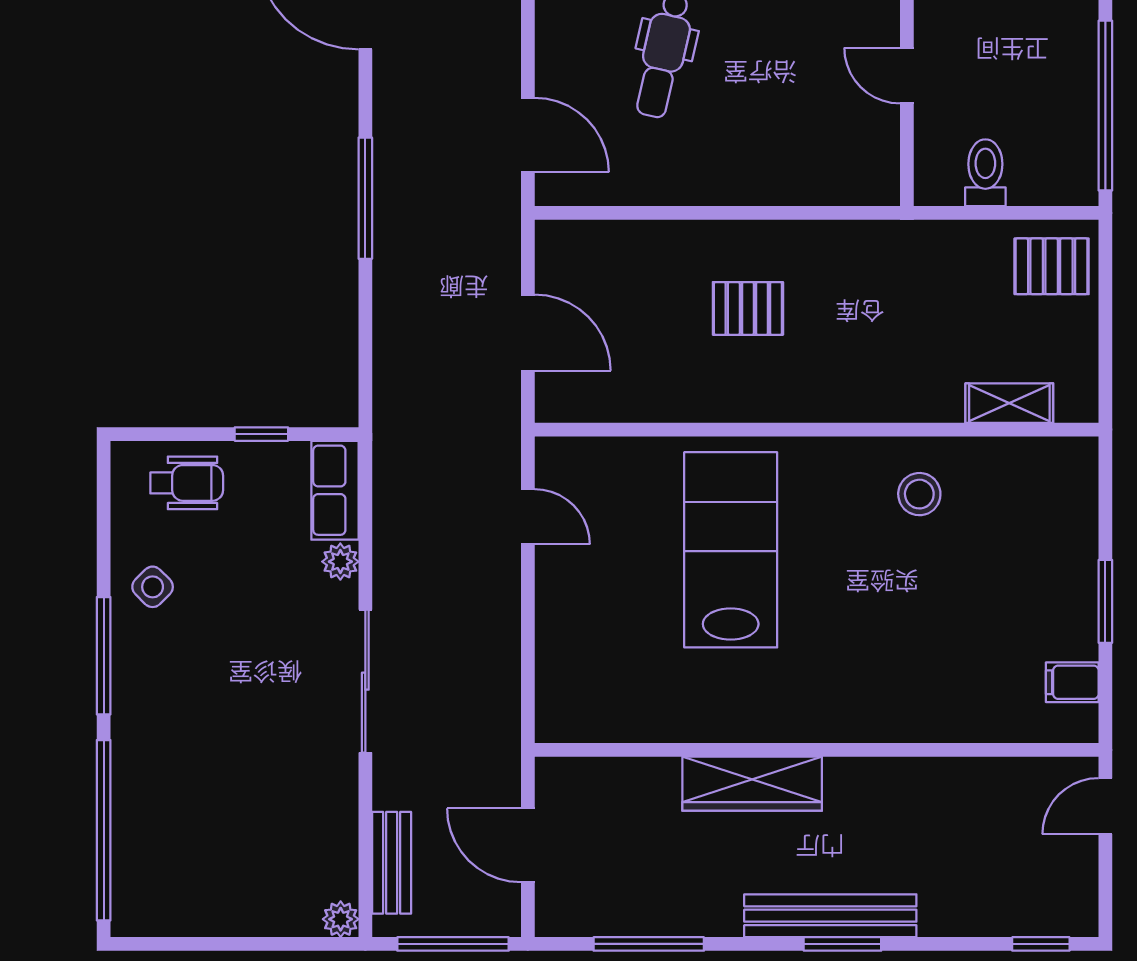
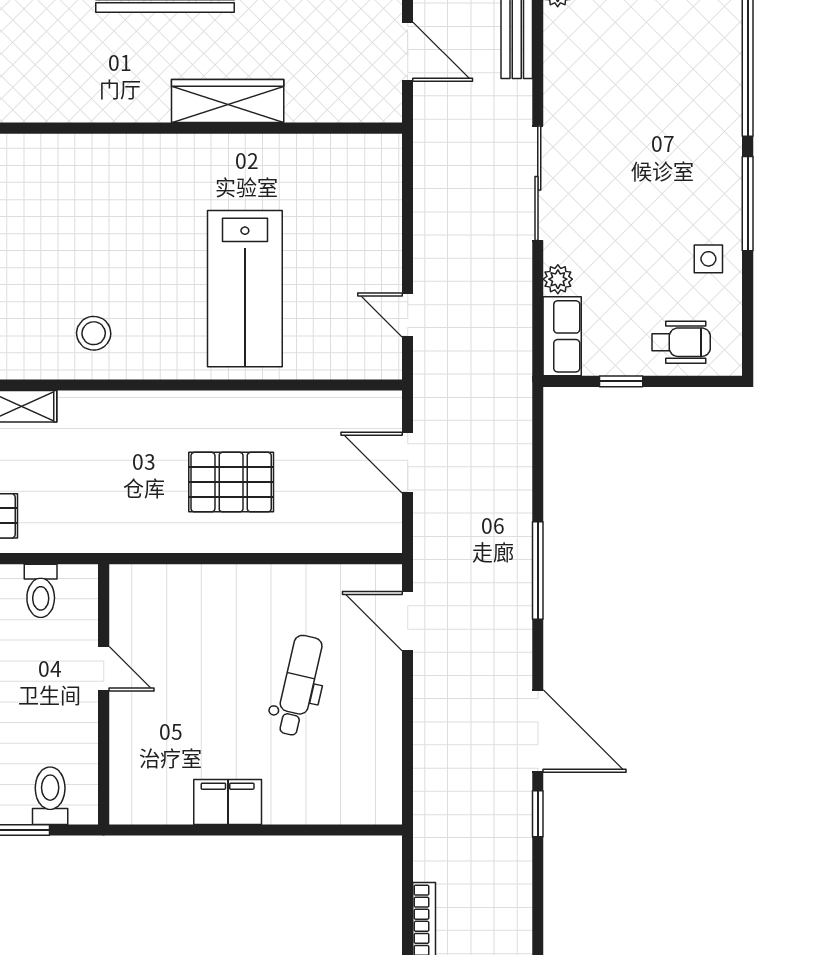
pallet: (748, 308) -> (231, 482), width x1.50, depth x1.42
wheelchair: (187, 483) -> (681, 342), turned 180
side table: (153, 587) -> (708, 259), turned 45

